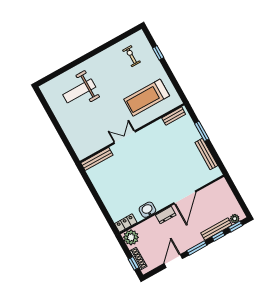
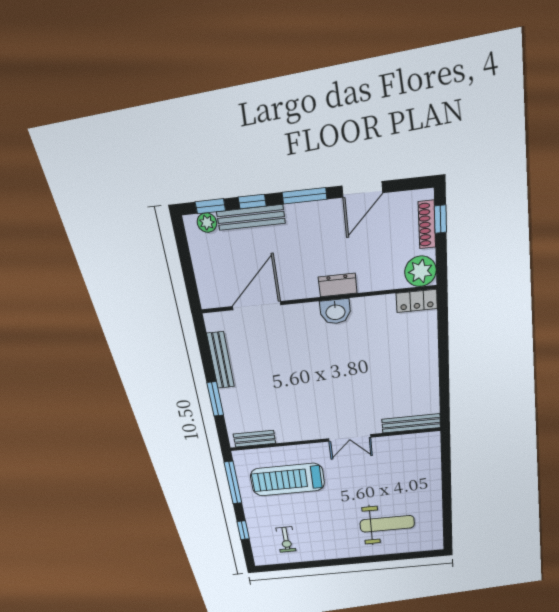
window: (175, 83) -> (233, 483), added
treadmill: (147, 98) -> (288, 480), turned 180
door: (185, 197) -> (257, 306), moved
washbasin: (147, 210) -> (335, 312), moved

